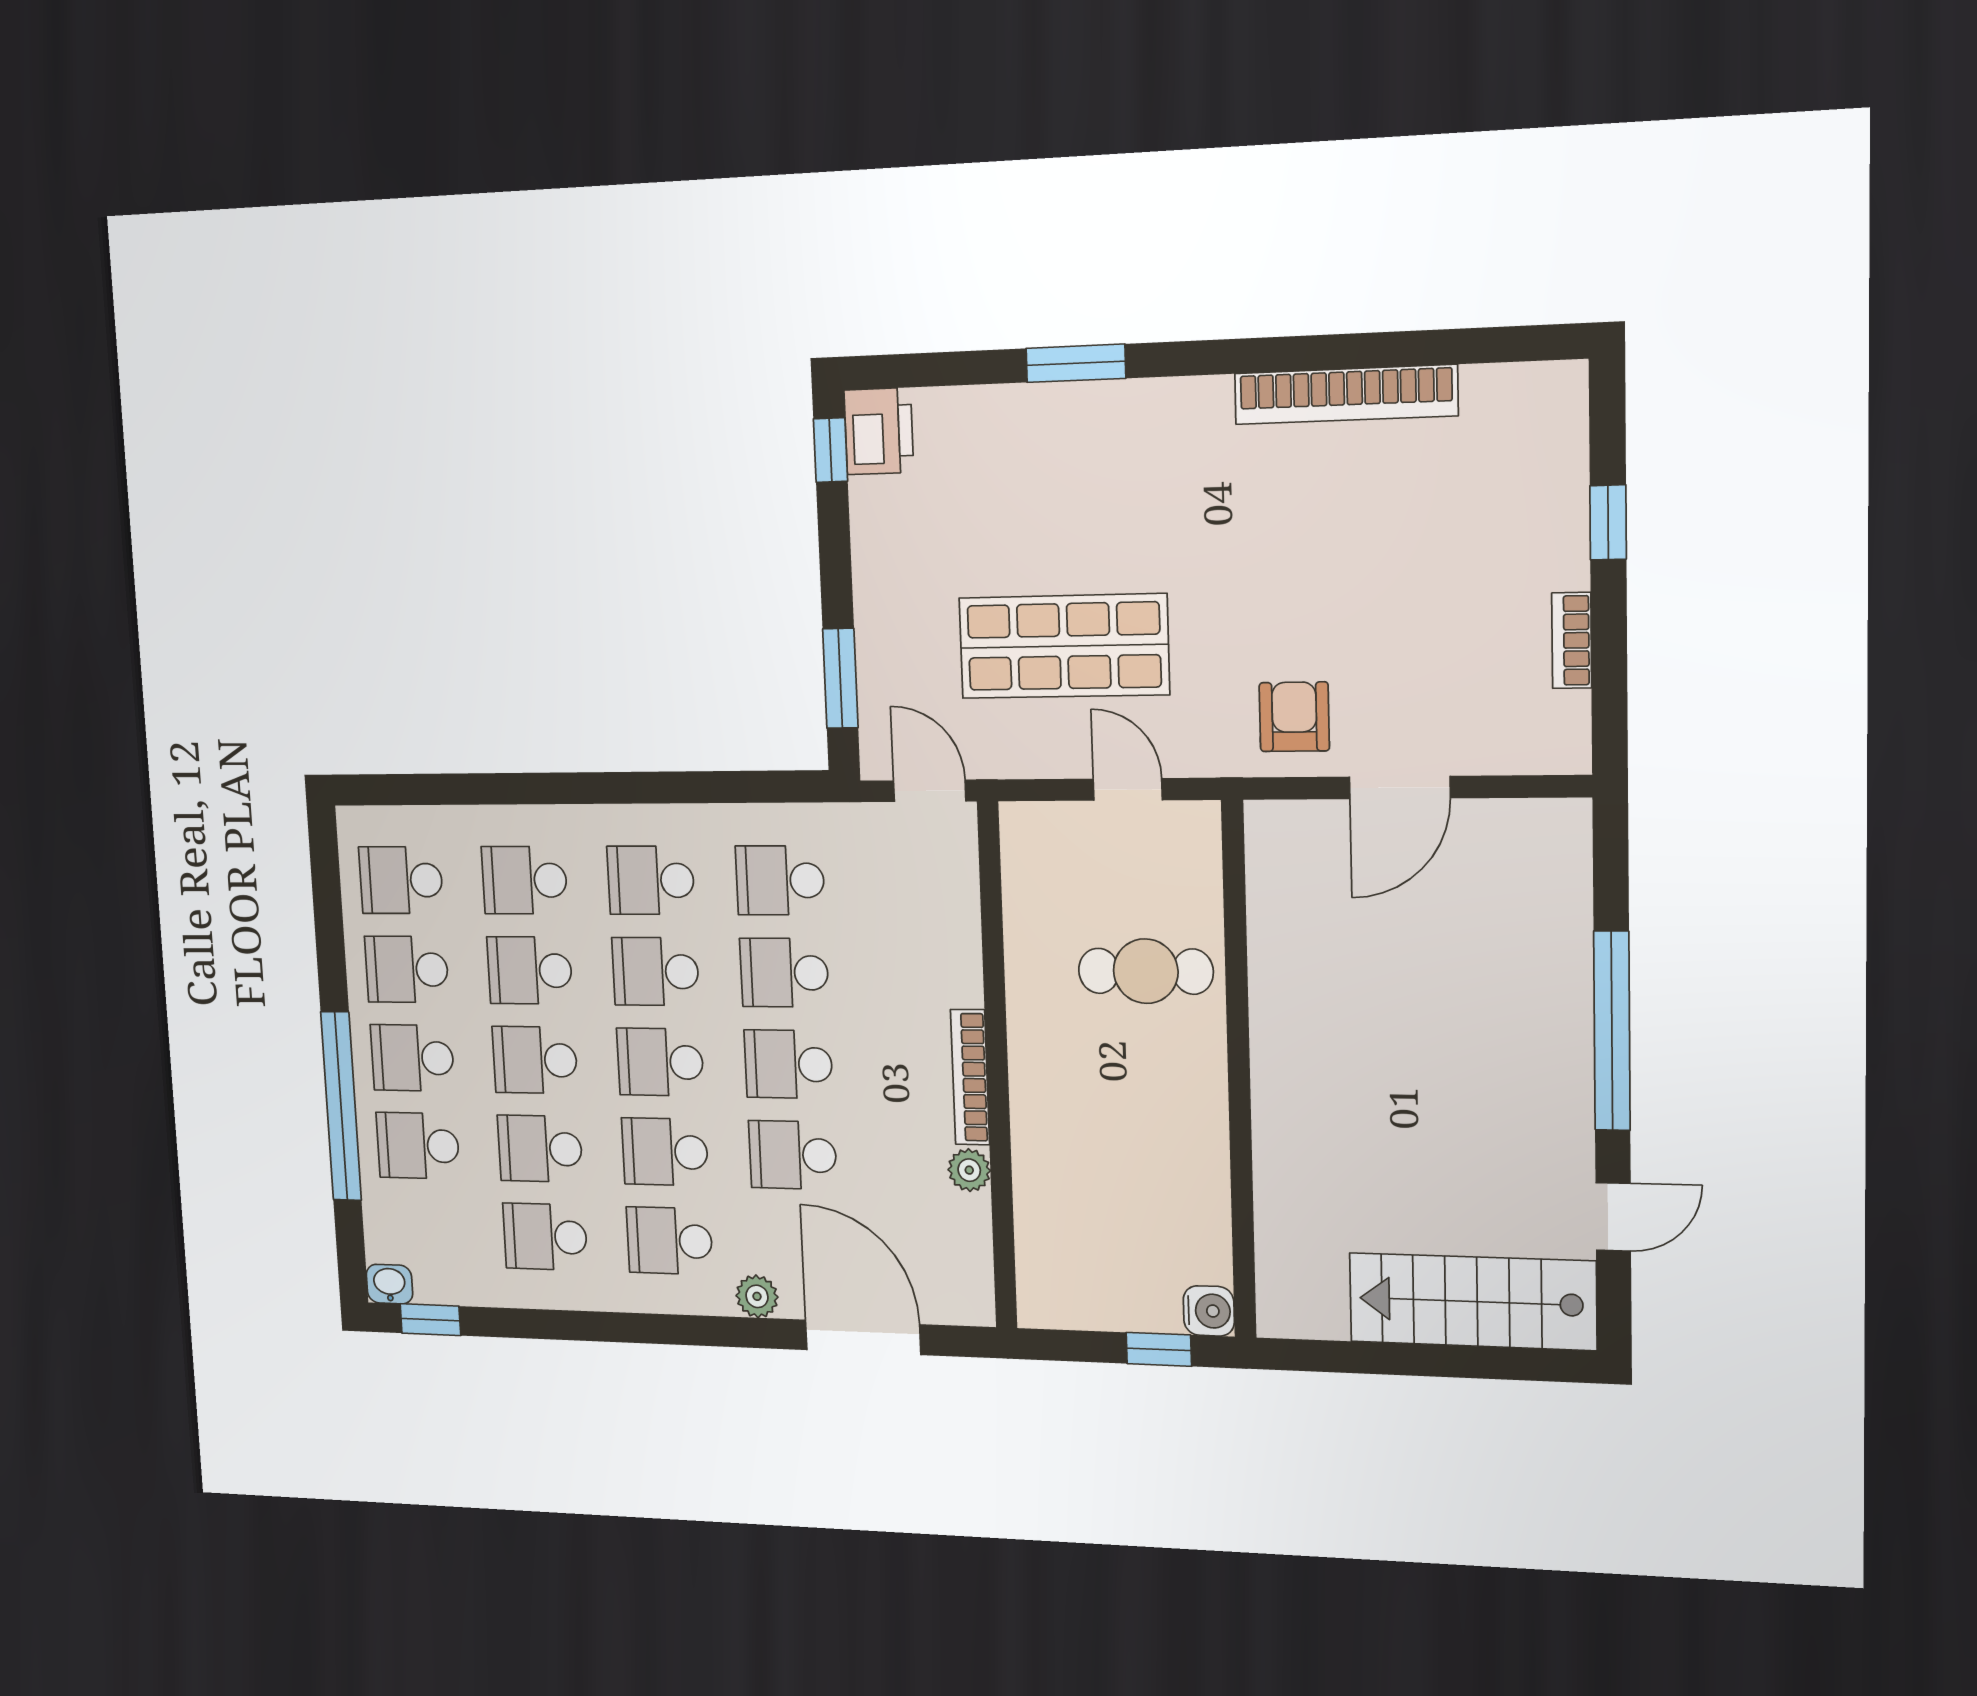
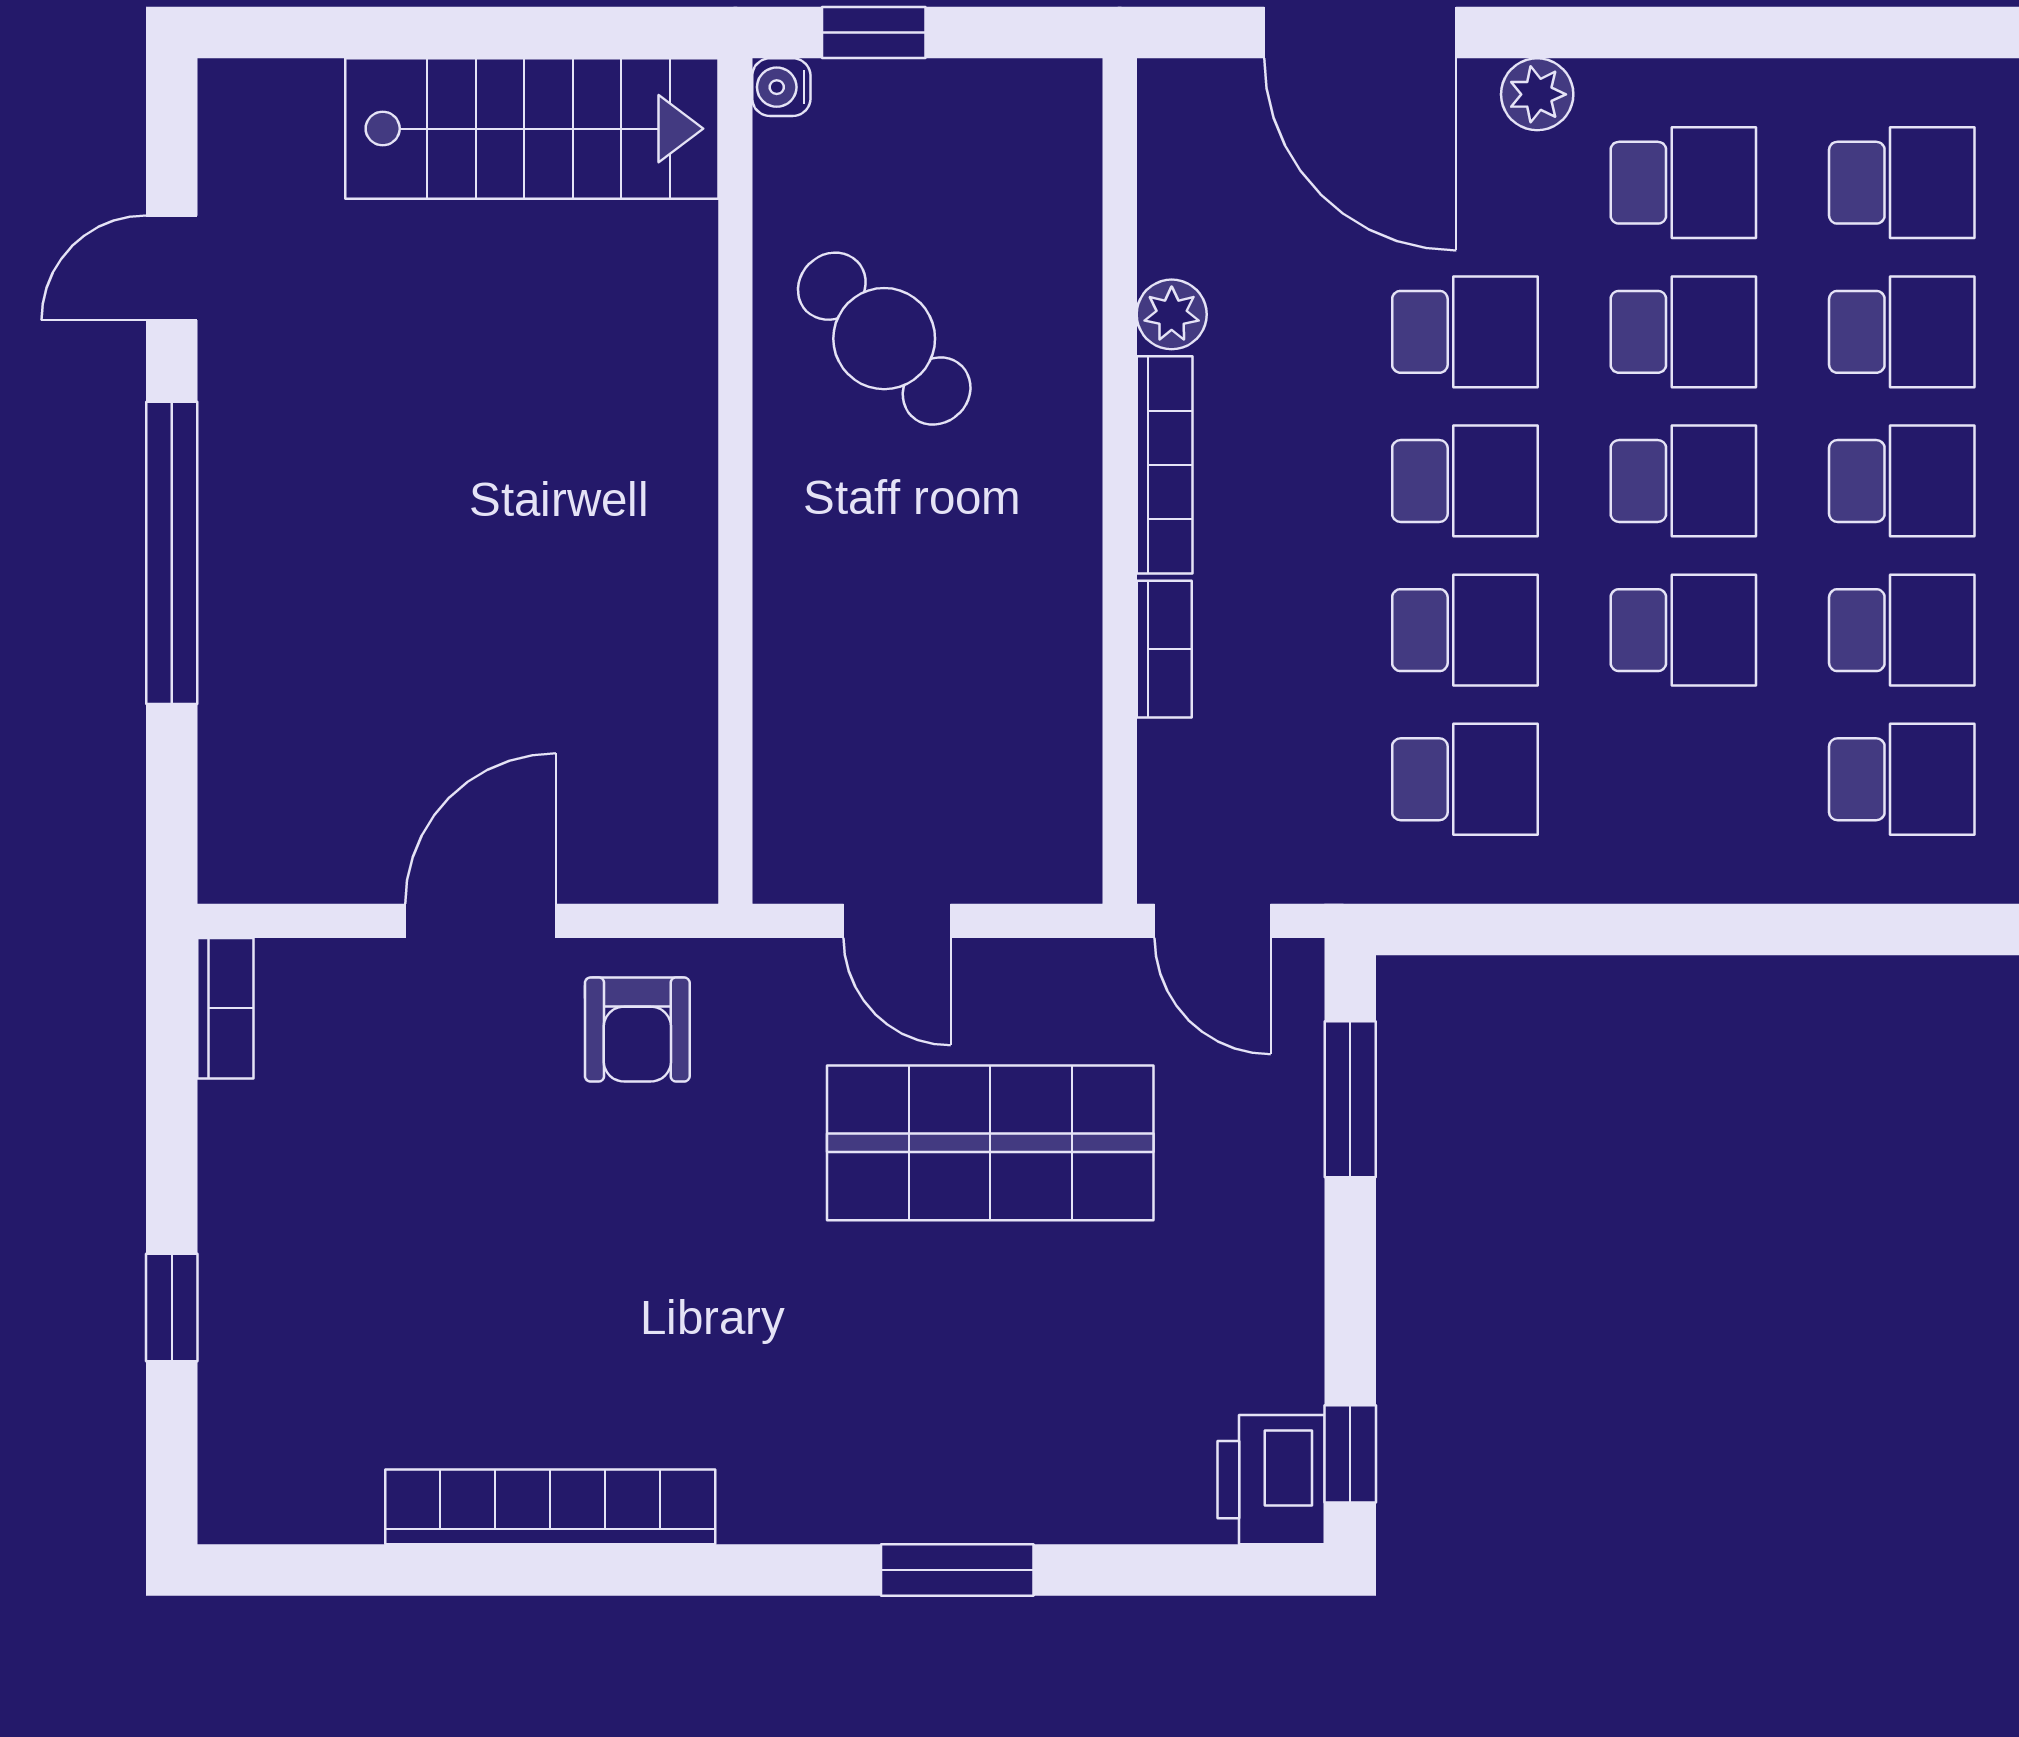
bookcase: (1572, 640) -> (225, 1008), moved
school desk: (651, 880) -> (1683, 779), removed
bookcase: (966, 962) -> (1164, 649), added
cafe table: (1146, 971) -> (884, 339), moved, turned 45
stairs: (1472, 1302) -> (532, 129), moved
water cooler: (1209, 1311) -> (781, 87), width x0.72, depth x0.72

